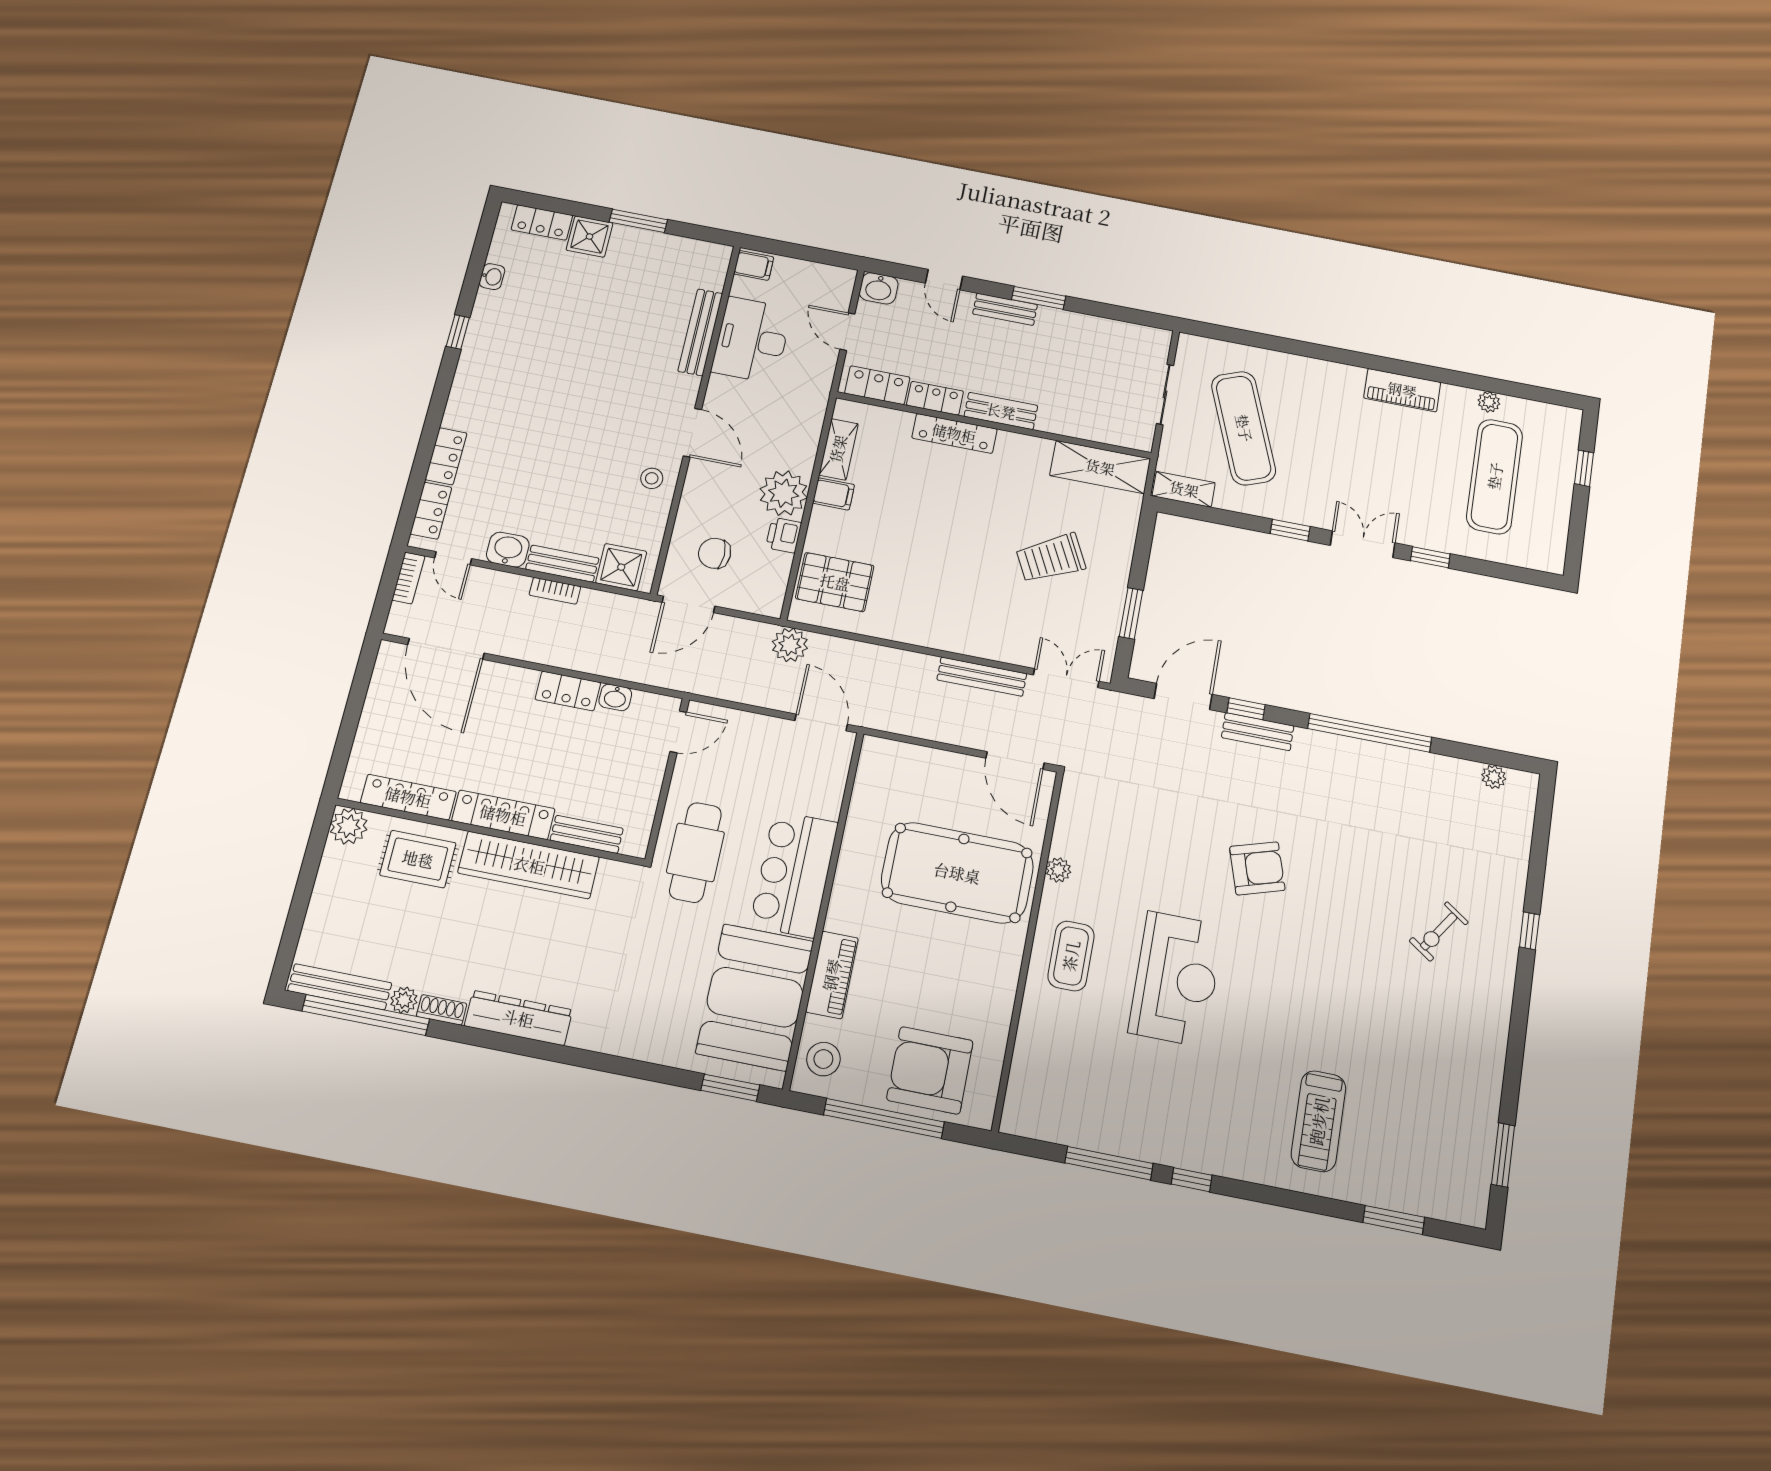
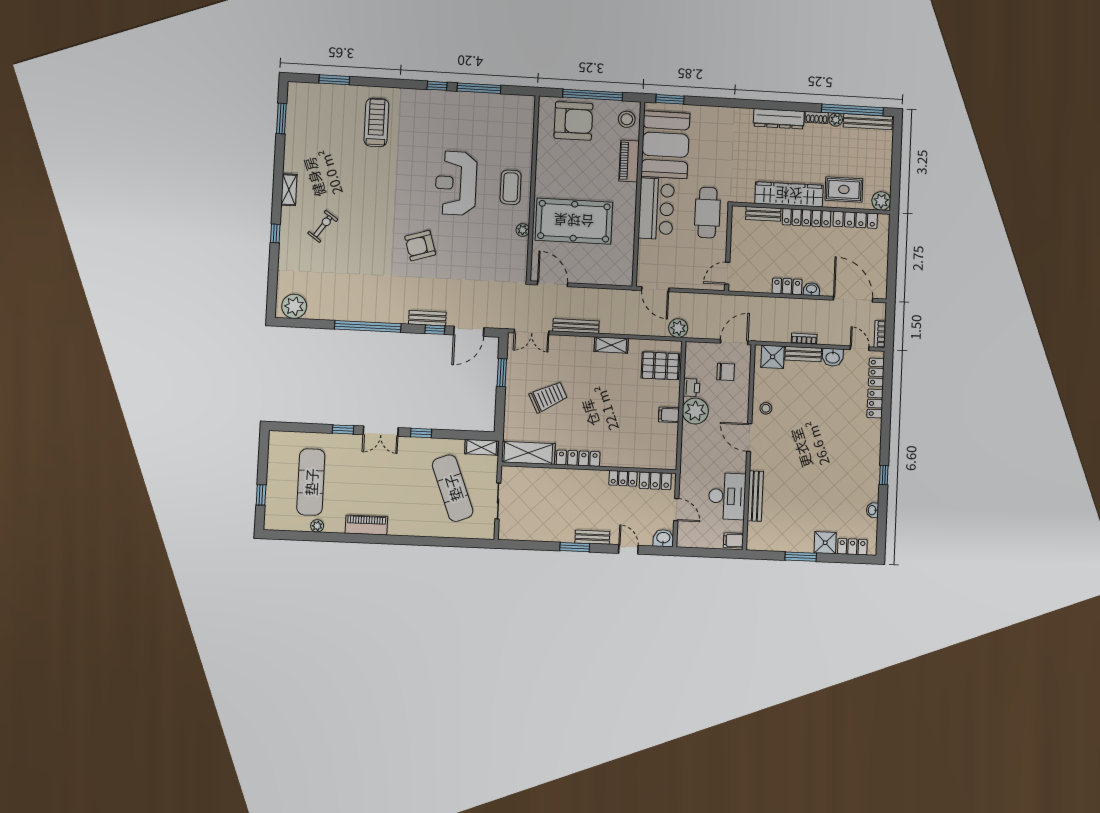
bench: (1001, 411) -> (586, 477), removed
locker: (954, 433) -> (578, 458), moved
shelving: (838, 449) -> (611, 345), moved, turned 90
washbasin: (615, 697) -> (811, 289), moved
plant: (1494, 777) -> (294, 306), width x1.88, depth x1.88
shelving: (1498, 1011) -> (289, 190), added

